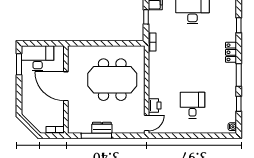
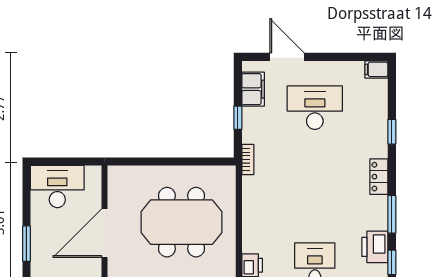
window: (19, 64) -> (26, 244), moved
door: (66, 86) -> (104, 233), hinge flipped
printer: (229, 95) -> (375, 247), added

